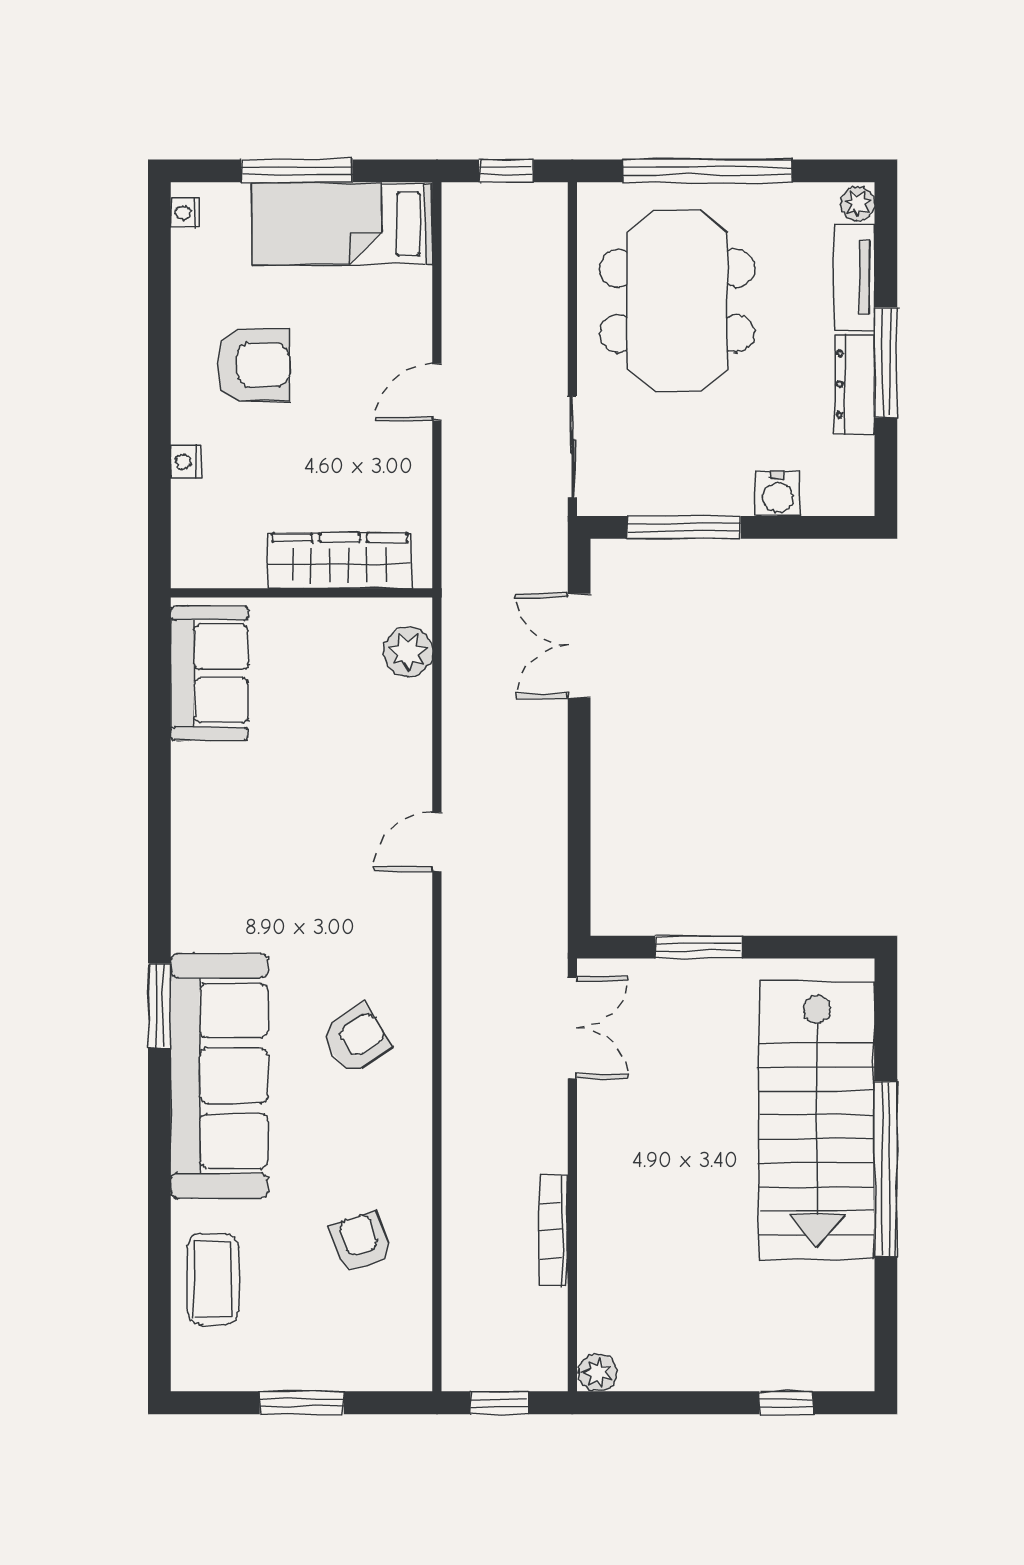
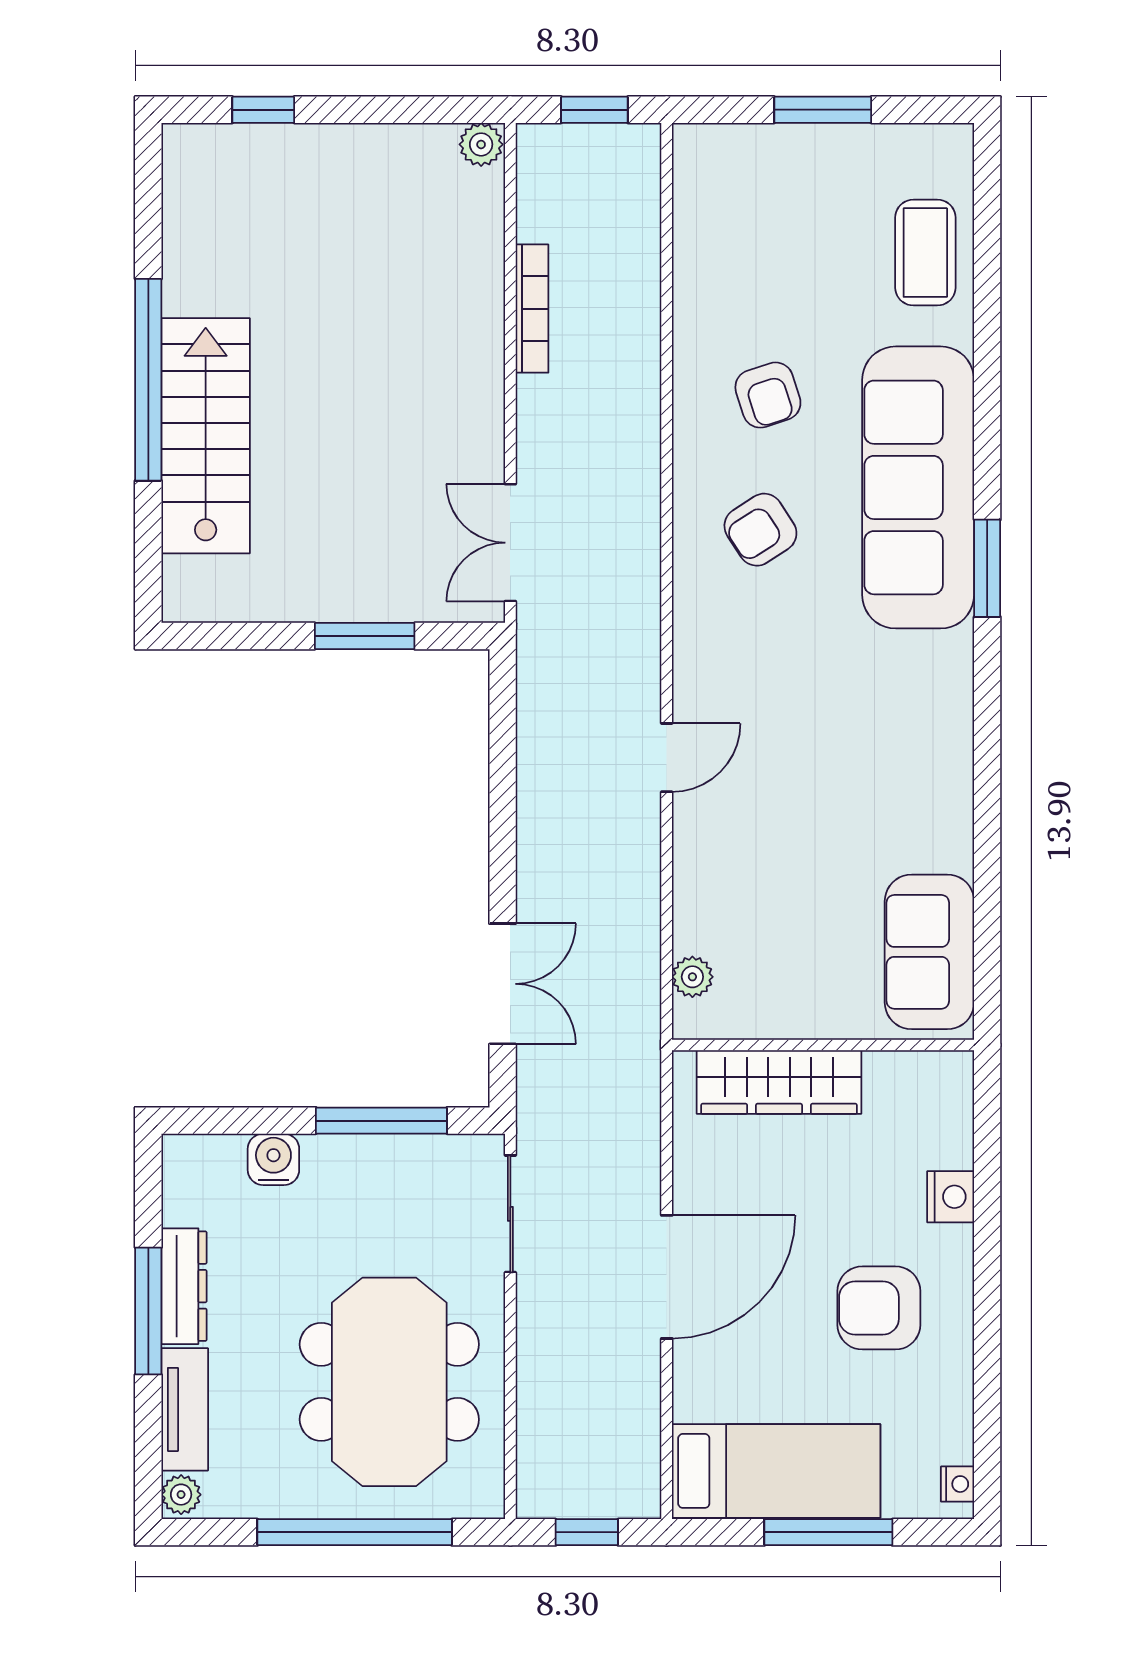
door: (437, 392) -> (667, 1277), width x1.87
nightstand: (186, 461) -> (951, 1197), width x1.39, depth x1.35
plant: (408, 652) -> (692, 977), width x0.73, depth x0.73
stairs: (817, 1120) -> (206, 436), width x0.73, depth x0.66
armchair: (361, 1242) -> (768, 395), moved

